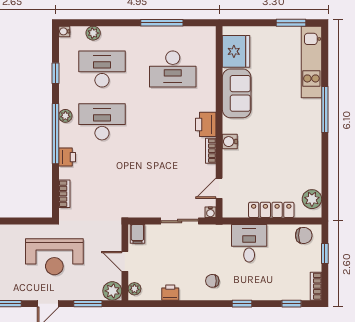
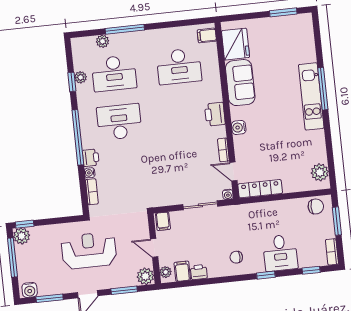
window: (162, 23) -> (125, 29), moved
water cooler: (64, 31) -> (90, 173), moved
filing cabinet: (206, 39) -> (207, 35), added
kitchen unit: (311, 62) -> (311, 96), moved
desk: (102, 69) -> (114, 73), turned 180
plant: (65, 116) -> (81, 77), moved
bookcase: (211, 151) -> (223, 150), moved
door: (219, 188) -> (233, 172), hinge flipped
locker: (271, 210) -> (260, 189), moved
desk: (249, 243) -> (280, 253), moved, turned 180
window: (325, 254) -> (337, 221), width x1.50
reception desk: (54, 257) -> (89, 251), turned 180
filing cabinet: (153, 290) -> (182, 271), added

